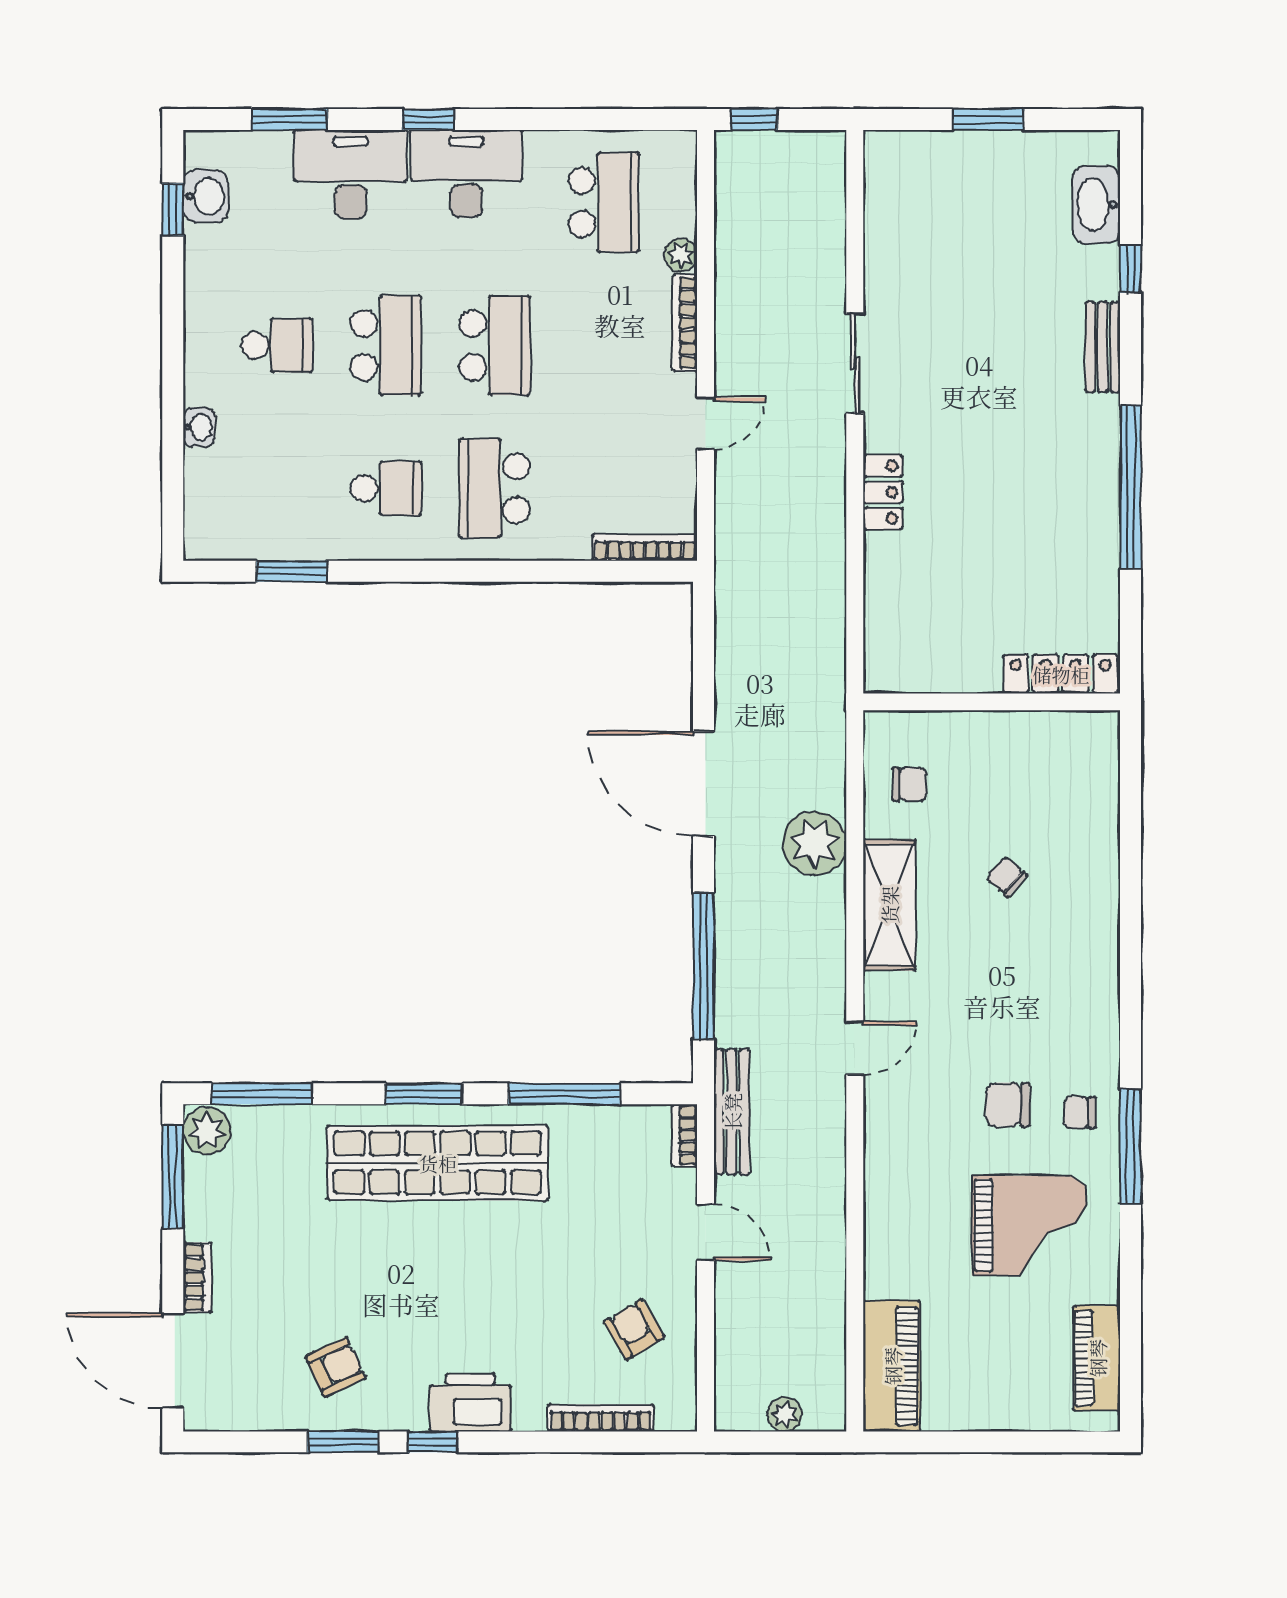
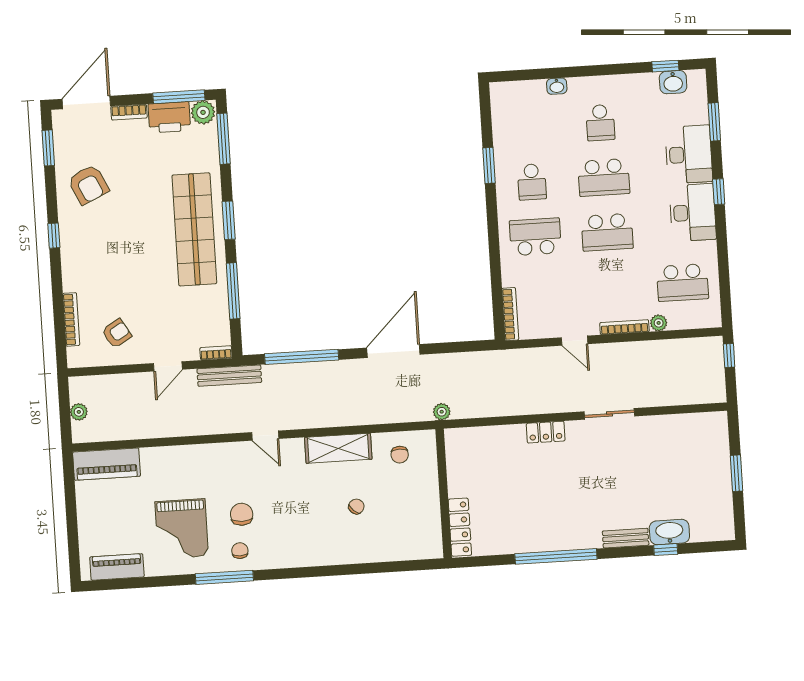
washbasin: (1096, 205) -> (669, 532), moved
window: (292, 571) -> (489, 165), moved
plant: (815, 843) -> (442, 412), moved, width x0.53, depth x0.53
armchair: (336, 1367) -> (88, 185), width x1.38, depth x1.38
printer: (470, 1402) -> (169, 117), moved, turned 90
window: (343, 1442) -> (48, 148), moved

